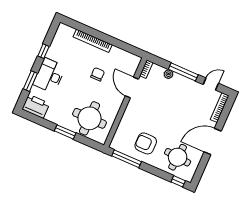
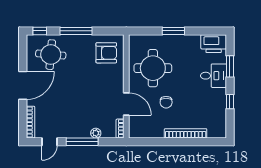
desk: (49, 75) -> (213, 76), width x0.73
round table: (90, 118) -> (153, 68), moved
armchair: (146, 143) -> (106, 53), moved
window: (127, 159) -> (76, 31), moved

